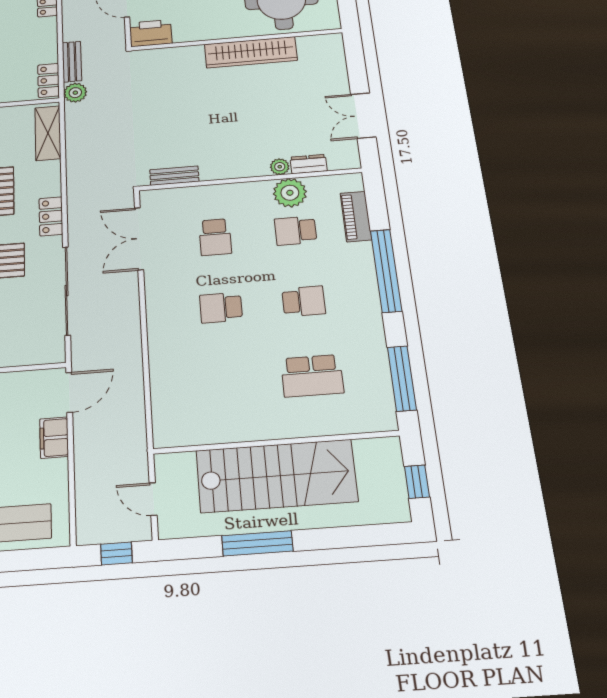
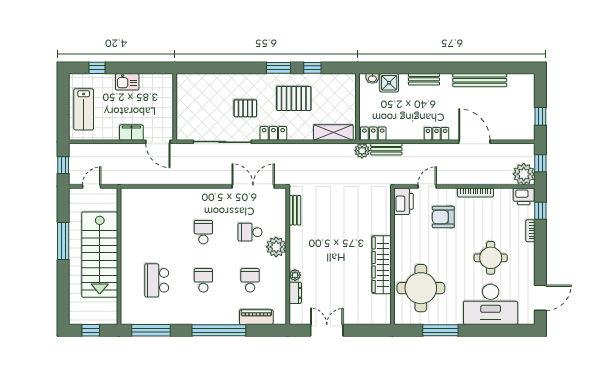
plant: (290, 193) -> (276, 247), moved
school desk: (304, 301) -> (203, 280), turned 180

